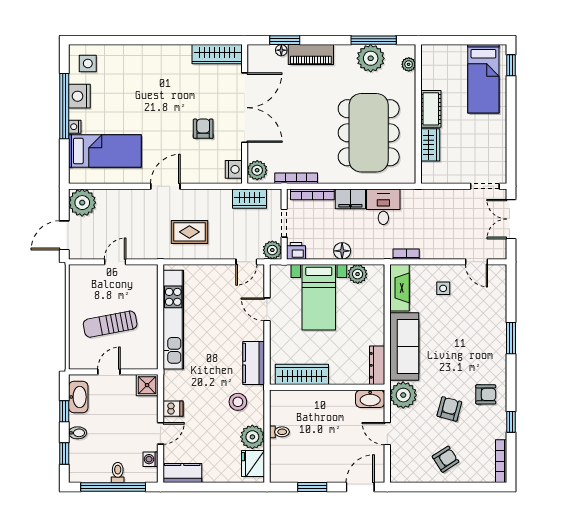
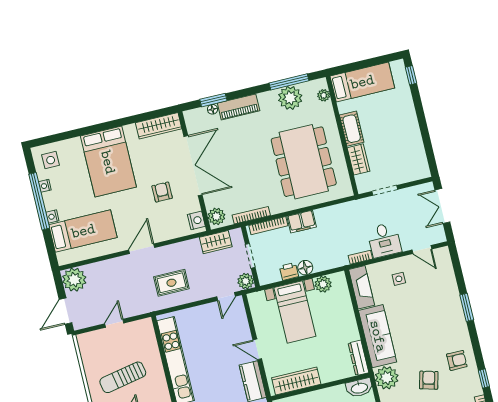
bed: (483, 79) -> (362, 82), moved, turned -90
bed: (152, 81) -> (108, 162), added
nightstand: (79, 96) -> (45, 186), width x0.53, depth x0.56
doorway: (485, 186) -> (385, 190), moved
desk: (383, 207) -> (384, 240), moved, turned 180
printer: (296, 251) -> (289, 271), moved
door: (267, 309) -> (257, 349), moved

